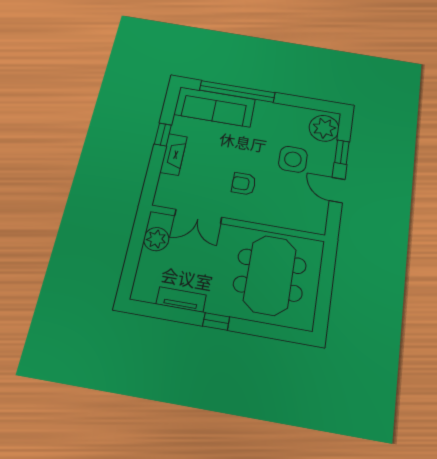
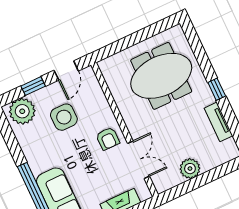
double door: (198, 216) -> (139, 160), moved
wall: (238, 223) -> (125, 130), moved

